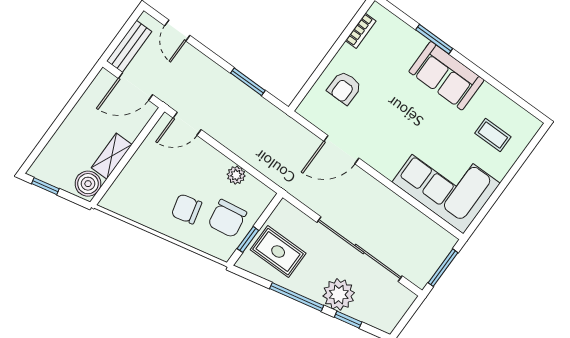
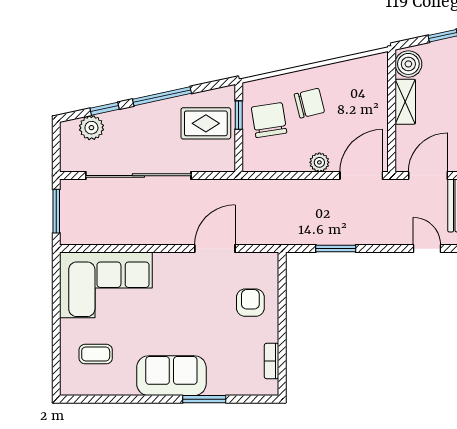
door: (187, 124) -> (361, 176), width x1.38
plant: (236, 175) -> (319, 162), moved
plant: (339, 294) -> (91, 128), moved, width x0.73, depth x0.73

